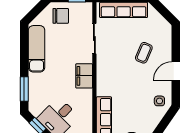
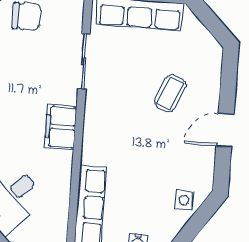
side table: (159, 101) -> (184, 200), moved

